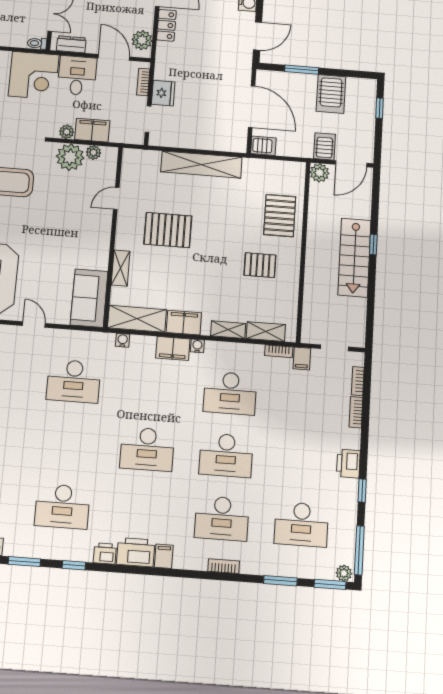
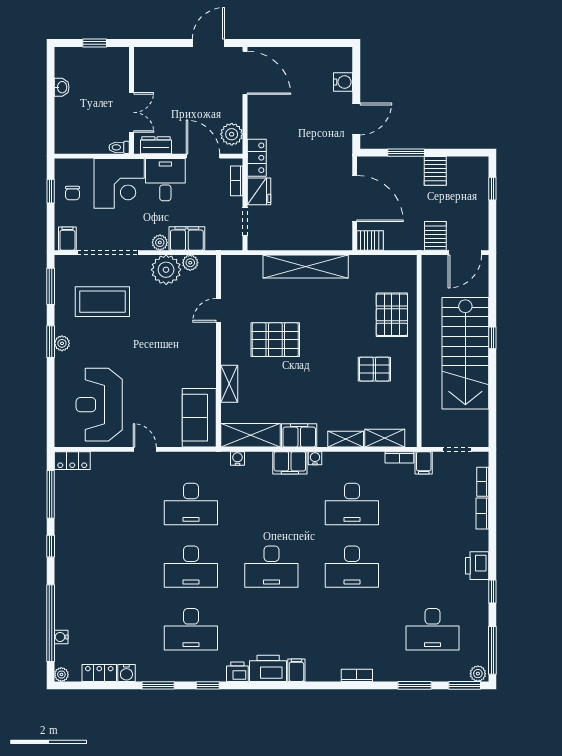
locker: (166, 25) -> (257, 158), moved
server rack: (331, 94) -> (435, 171), width x0.73, depth x0.70
plant: (320, 173) -> (432, 265), removed
stairs: (354, 258) -> (465, 353), width x1.36, depth x1.51
desk: (222, 518) -> (191, 567), moved

